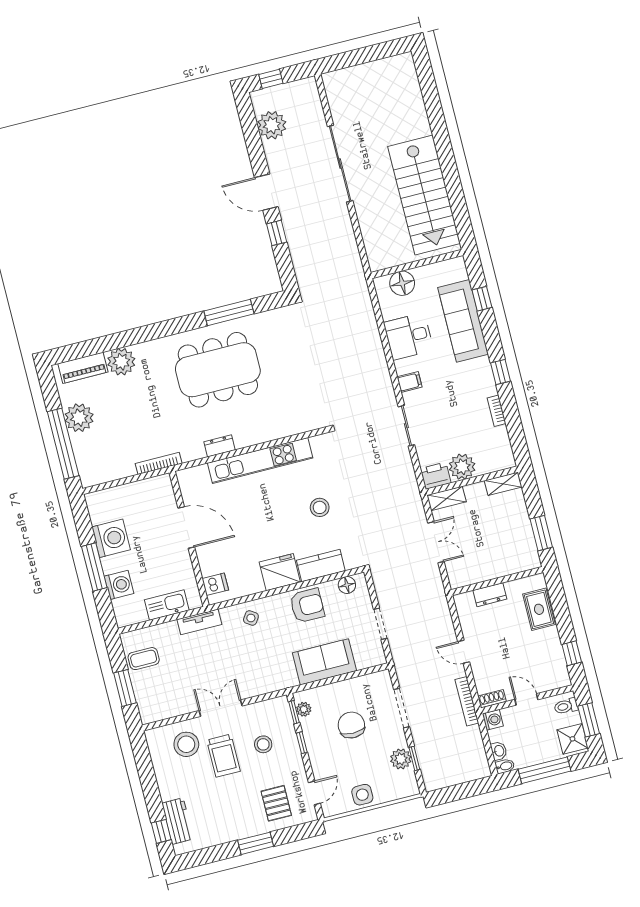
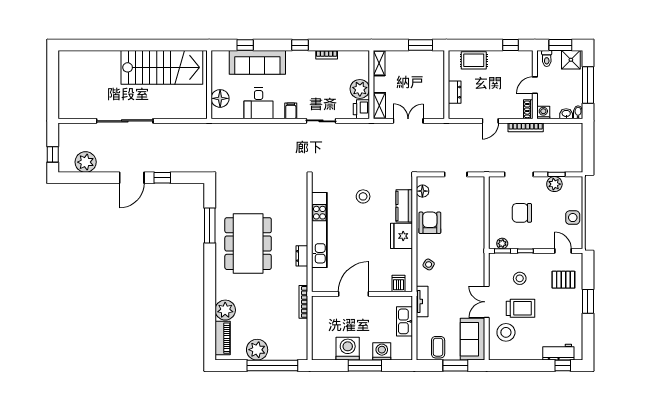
sofa: (324, 662) -> (473, 339), moved

